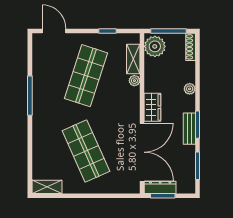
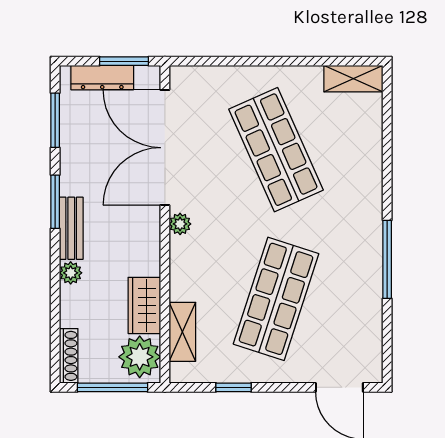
plant: (134, 81) -> (180, 224), moved
wardrobe: (152, 107) -> (144, 305), moved
bench: (189, 129) -> (71, 228), moved
dresser: (160, 187) -> (102, 78), moved

